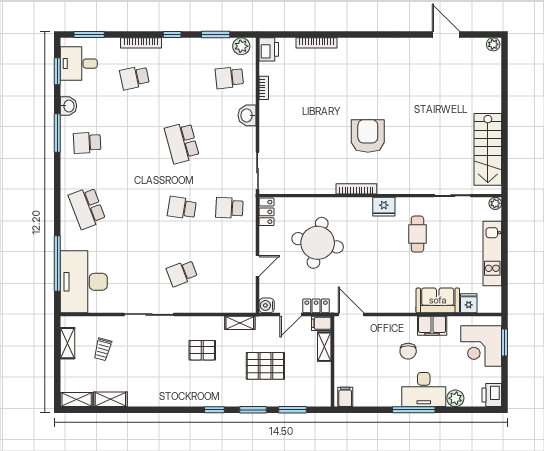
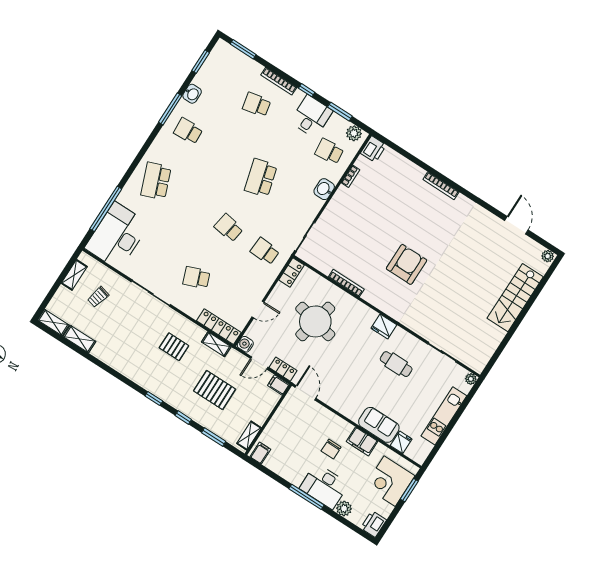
bookcase: (317, 43) -> (441, 186), moved
desk: (79, 64) -> (311, 116), moved, turned 90
stairs: (488, 149) -> (515, 298), moved
bookcase: (356, 189) -> (346, 283), moved
cafe table: (417, 234) -> (396, 364), turned 90
locker: (232, 305) -> (219, 327), added
shelving: (324, 347) -> (249, 436), moved
window: (253, 410) -> (183, 417), width x0.67

